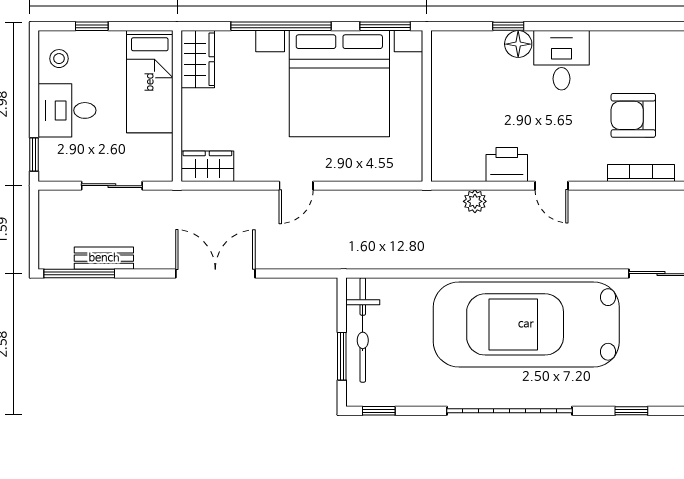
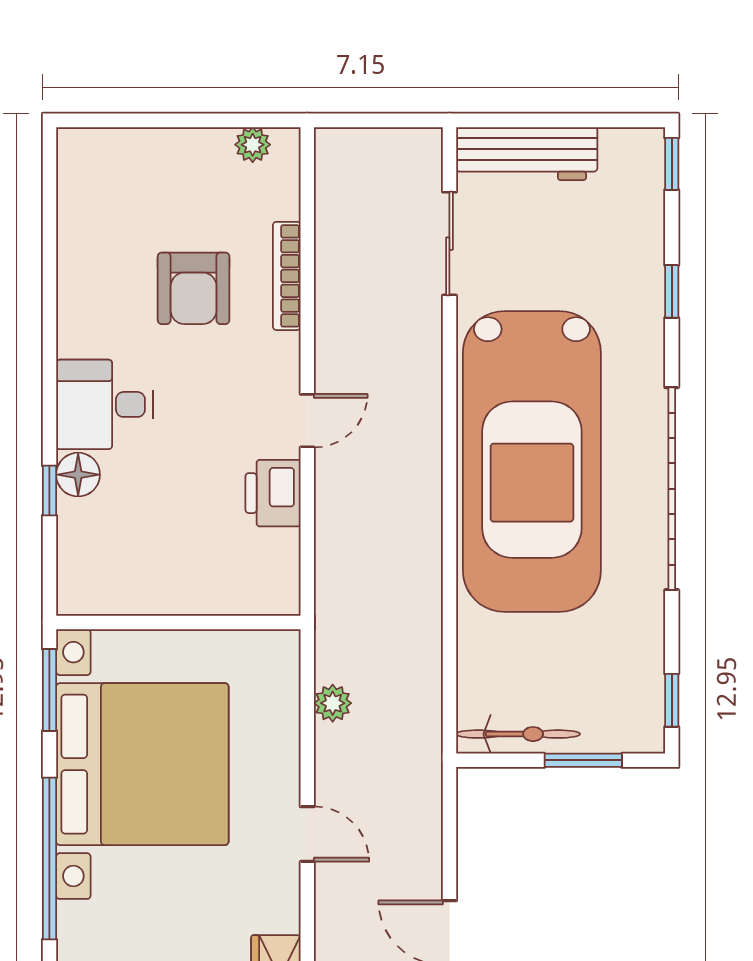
plant: (475, 201) -> (333, 703), moved
bicycle: (363, 330) -> (518, 734), width x0.73, depth x0.71

